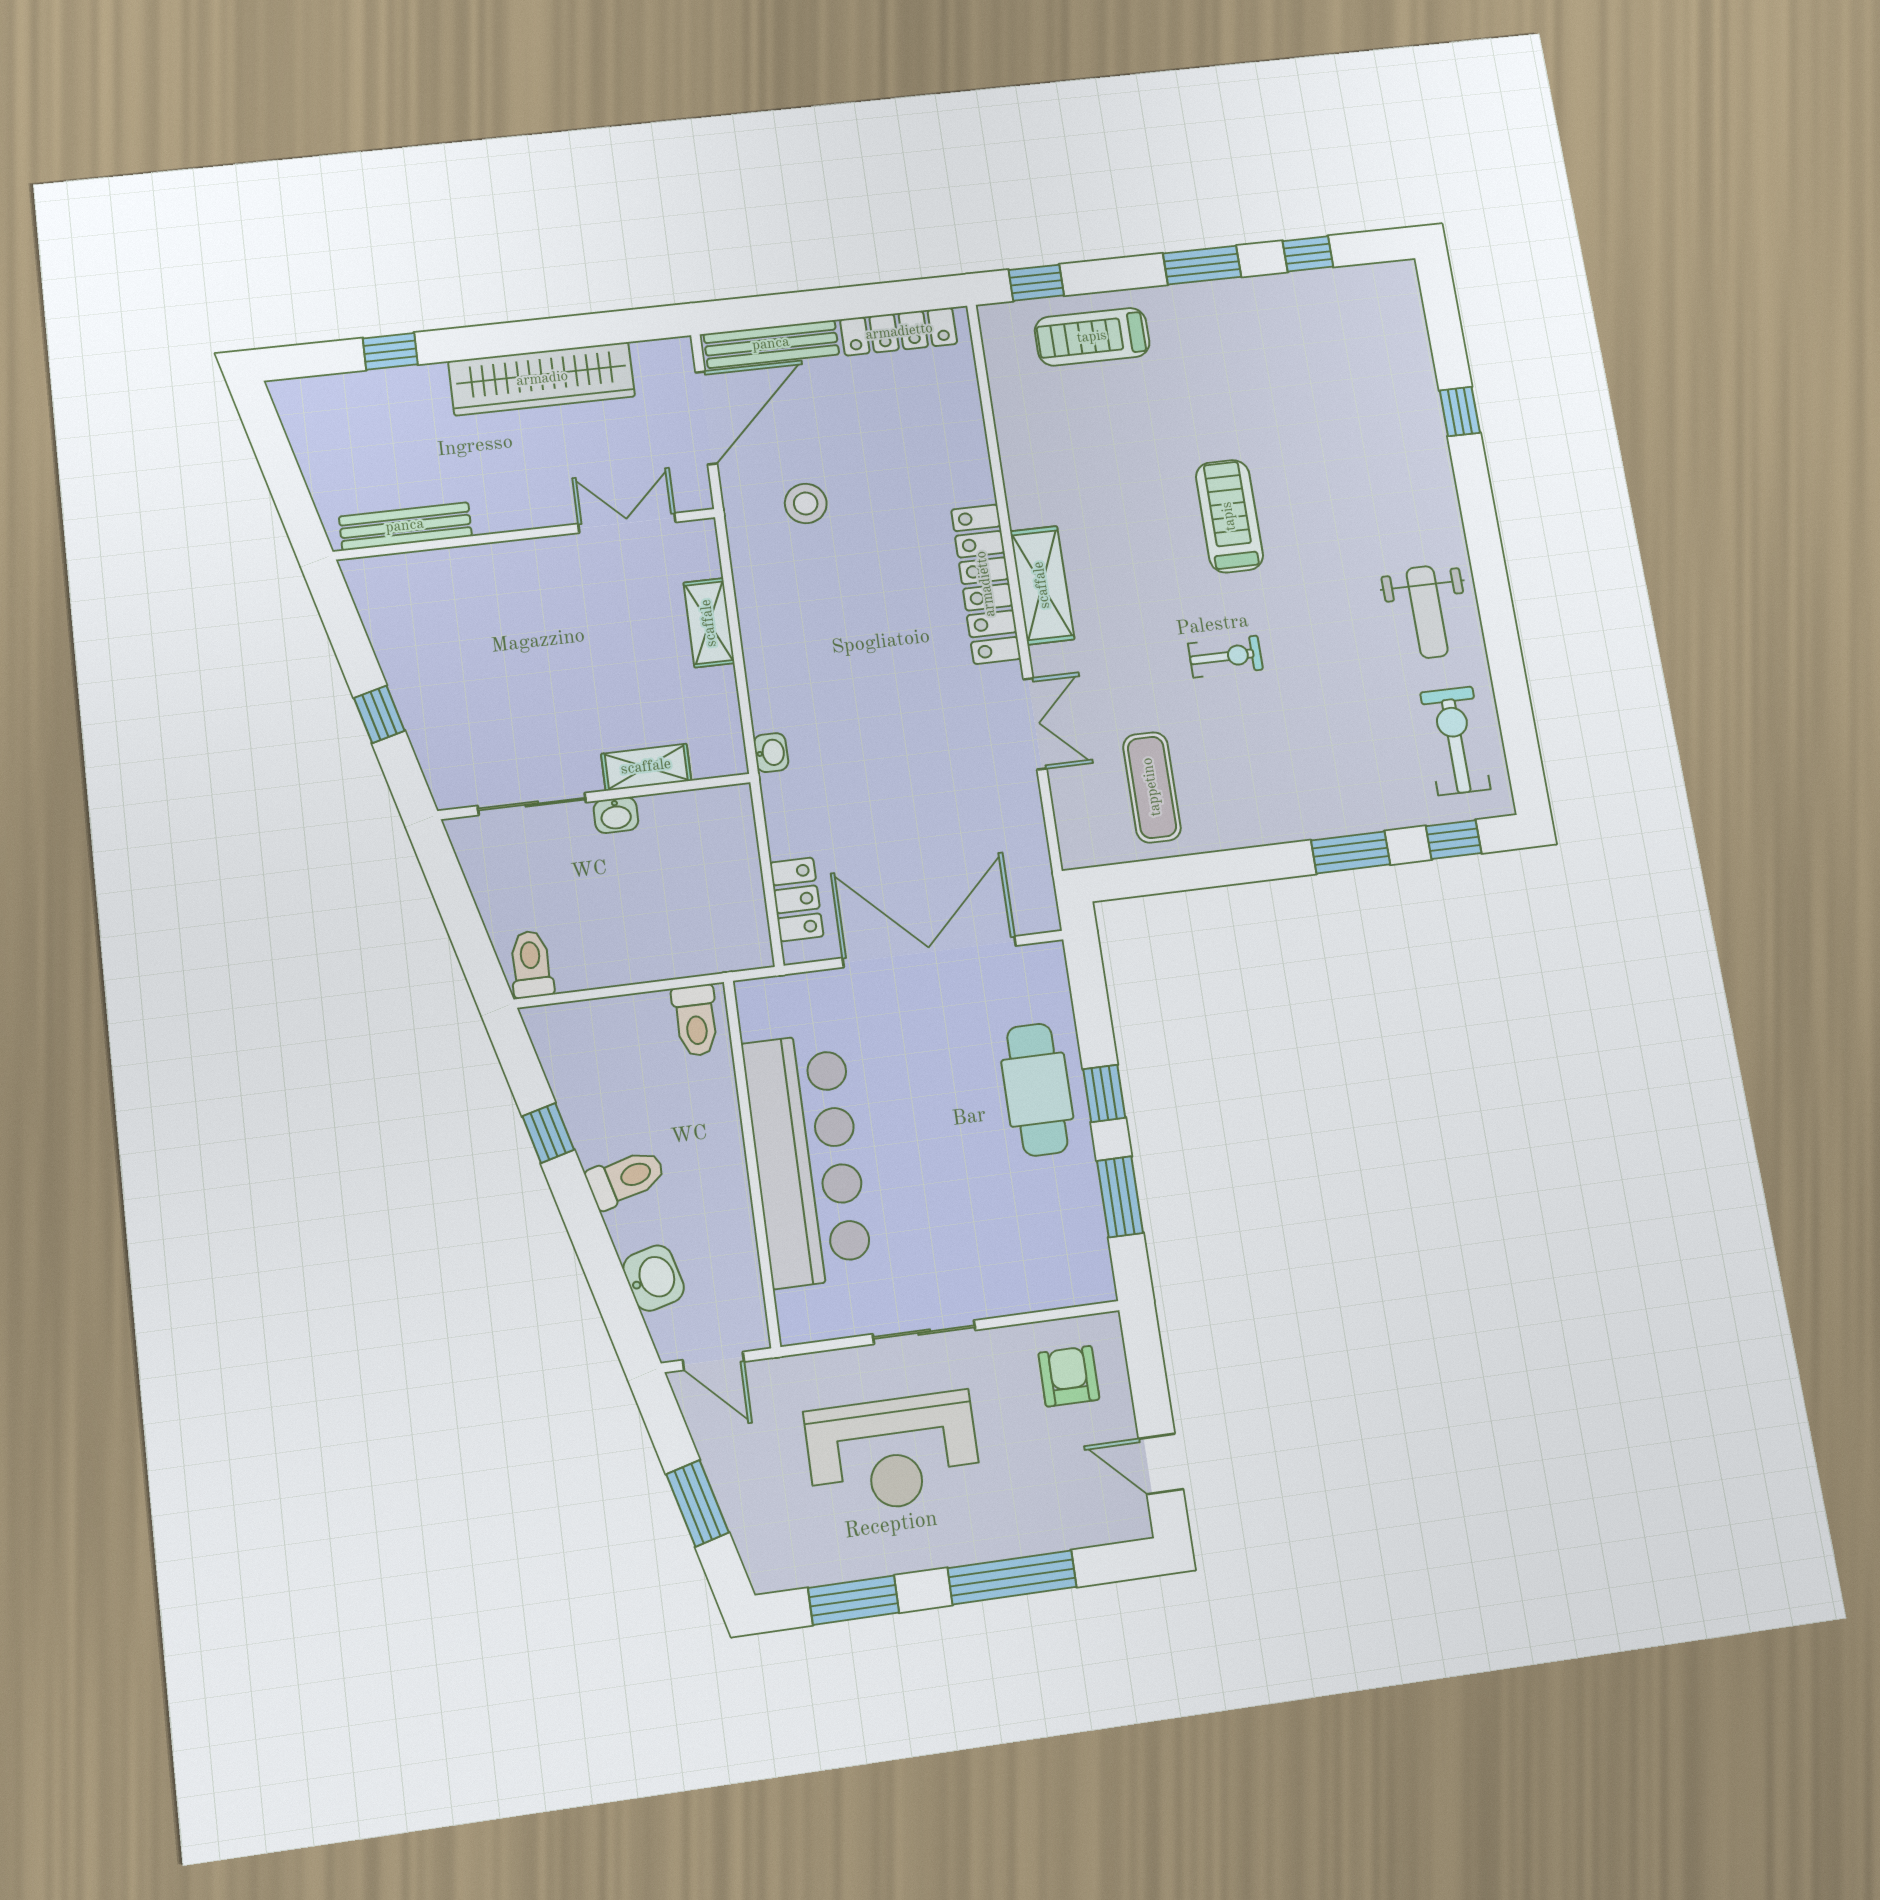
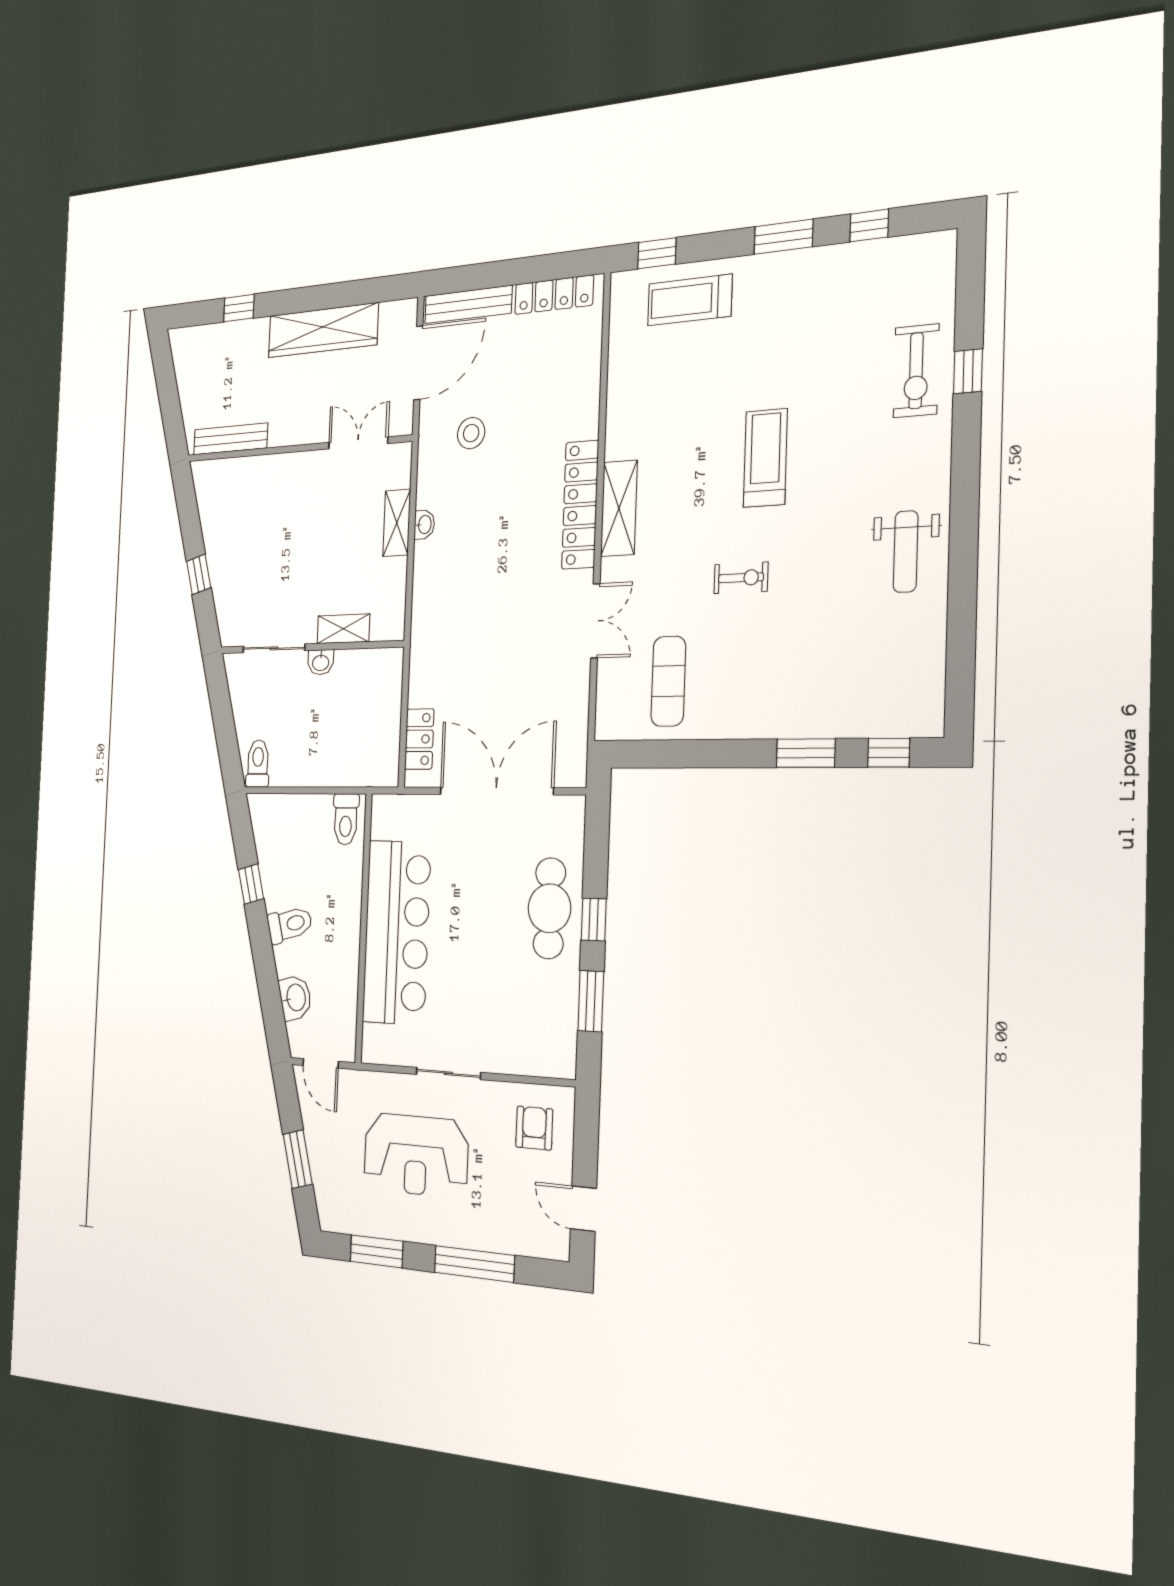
exercise bike: (1455, 741) -> (916, 371), moved, turned 180
washbasin: (771, 753) -> (424, 525), moved

